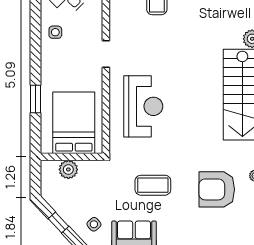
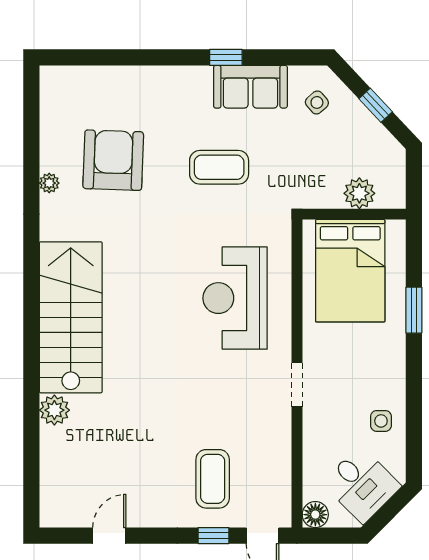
armchair: (217, 189) -> (113, 160), turned -88

